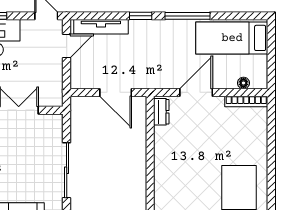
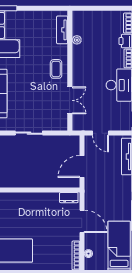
door: (67, 46) -> (101, 133), moved
sliding door: (67, 170) -> (29, 133), width x0.73

